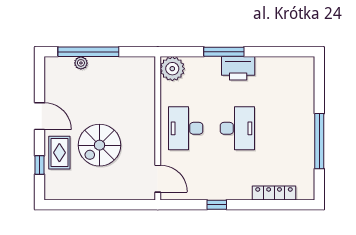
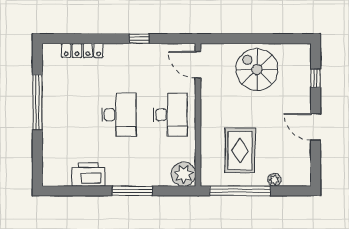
window: (88, 52) -> (240, 191), moved
printer: (238, 68) -> (88, 174), moved
desk: (237, 128) -> (119, 115), turned 180
spiral stairs: (99, 145) -> (257, 69), moved, turned -90
rug: (59, 153) -> (240, 151), moved, width x1.36, depth x1.43

